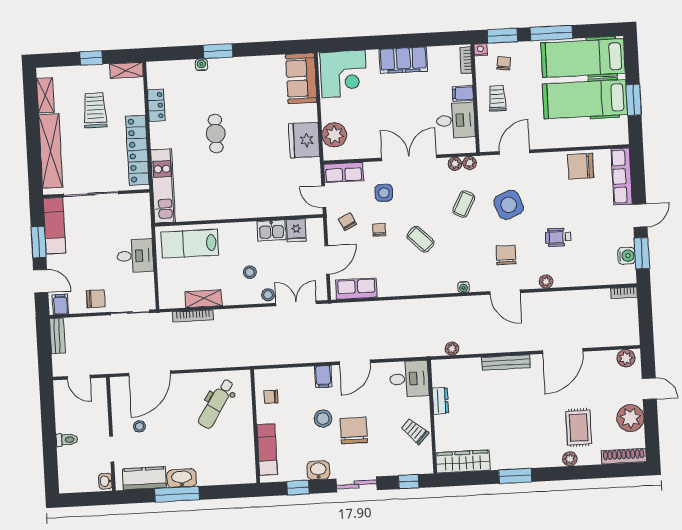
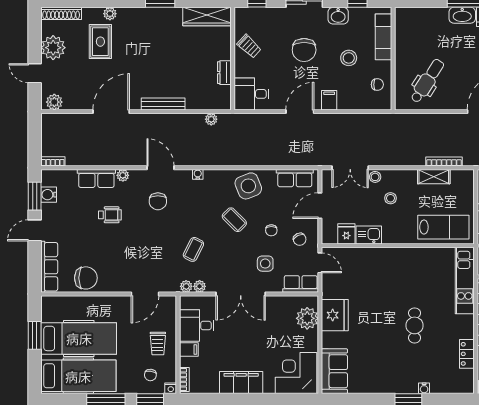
side table: (509, 205) -> (248, 186), moved
row of seats: (575, 277) -> (96, 178), added
stool: (323, 419) -> (349, 58), moved

